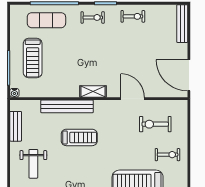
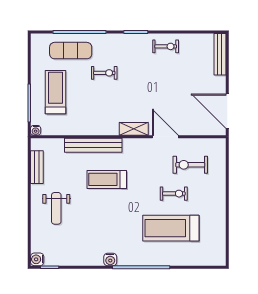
exercise bike: (93, 17) -> (104, 73), moved
treadmill: (33, 58) -> (56, 92), turned 180
shelving: (93, 91) -> (134, 129), moved
treadmill: (79, 137) -> (107, 179), turned 180
exercise bike: (168, 155) -> (174, 194), moved

